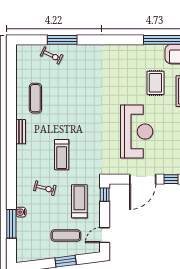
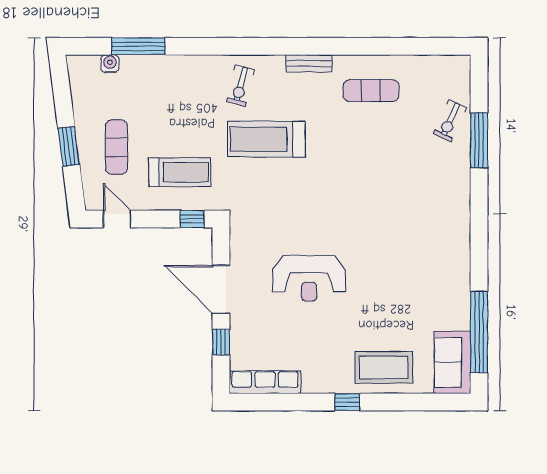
rug: (155, 83) -> (399, 313), removed
reception desk: (137, 132) -> (309, 278), width x0.74, depth x0.77
treadmill: (62, 155) -> (266, 139), width x1.37, depth x1.38
exercise bike: (45, 188) -> (240, 86), moved
water cooler: (21, 212) -> (110, 64), moved

